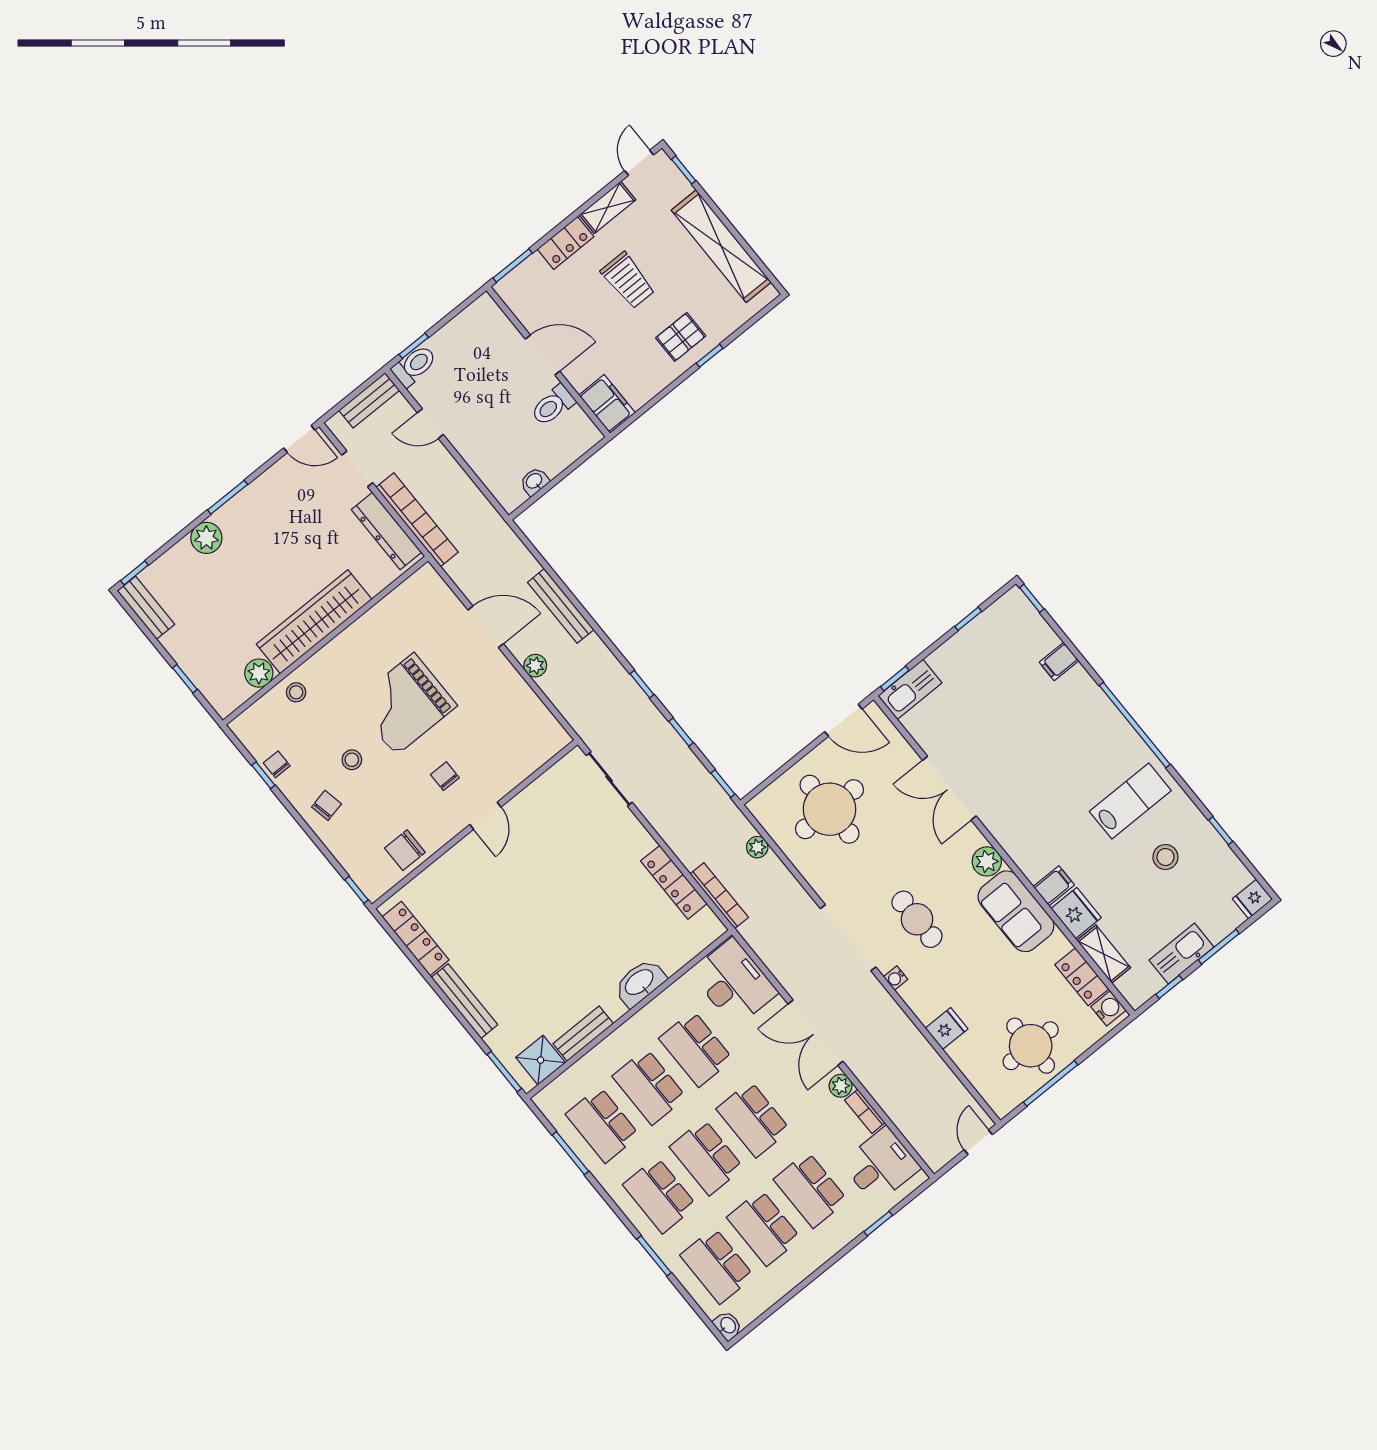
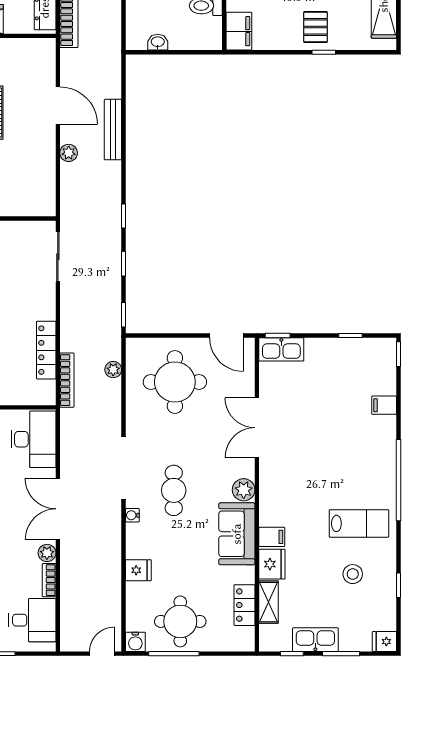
pallet: (681, 337) -> (316, 27), turned 90
water cooler: (1109, 1008) -> (135, 642), moved, turned 90

